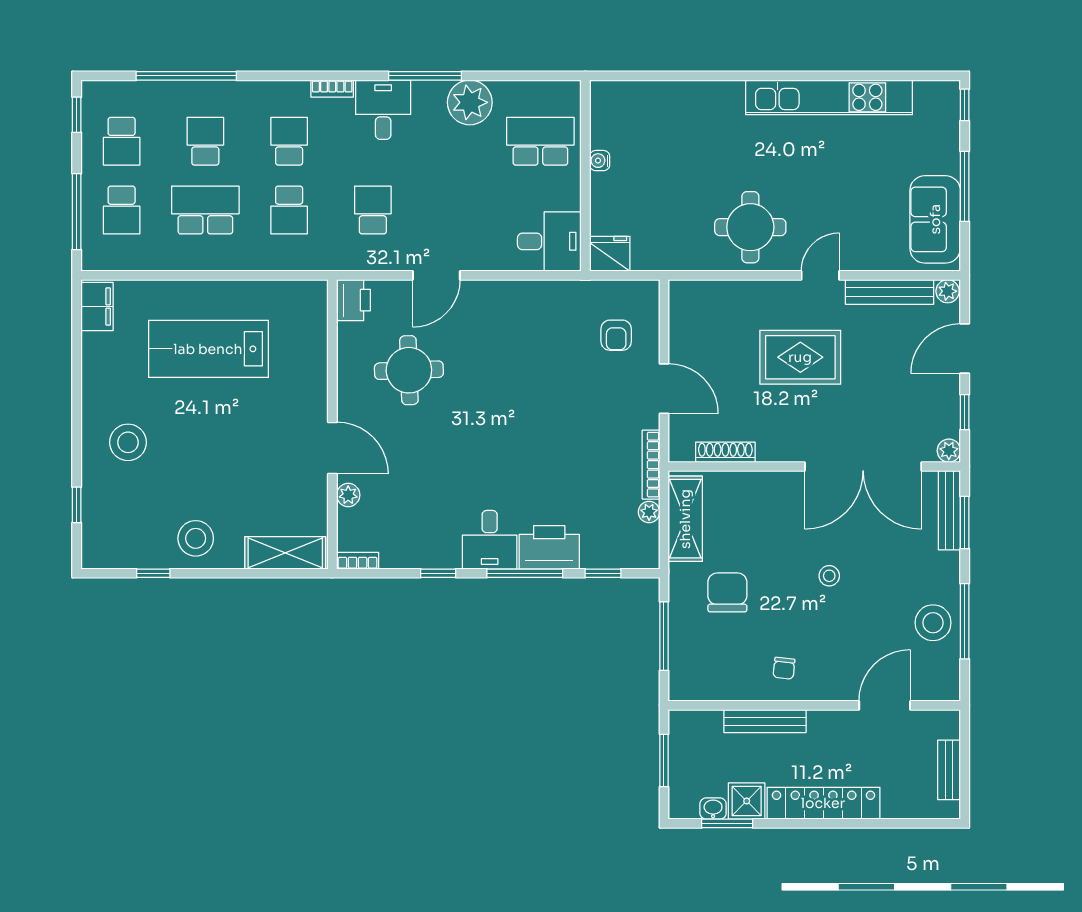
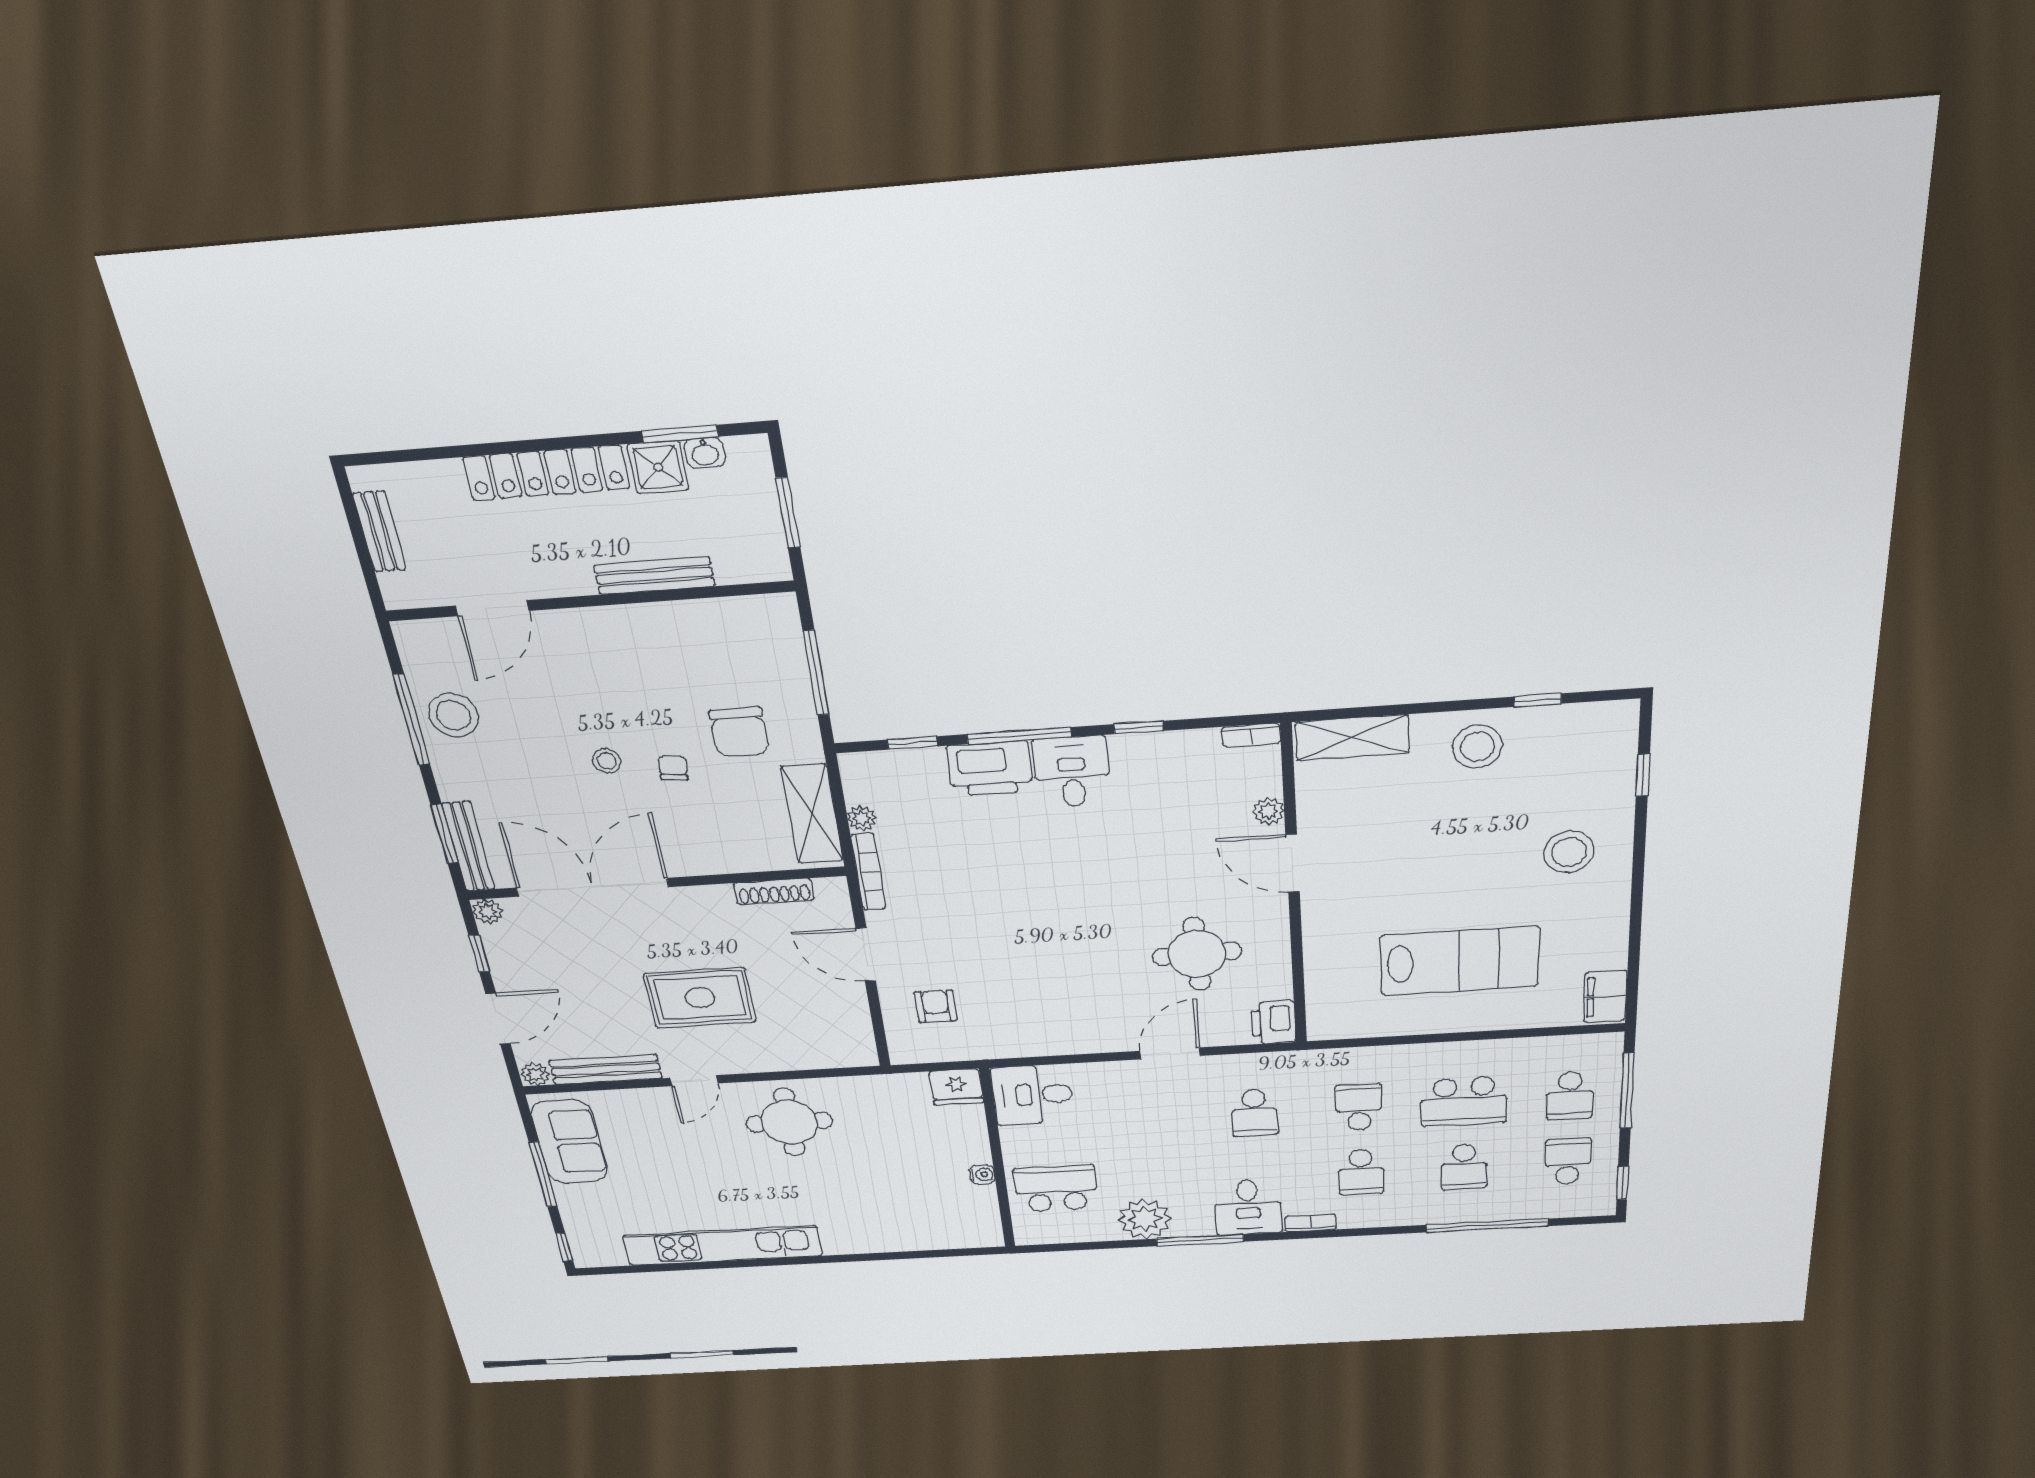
school desk: (540, 141) -> (1056, 1188), turned 180
school desk: (122, 210) -> (1570, 1095), turned 180
chair: (784, 668) -> (673, 768), moved

